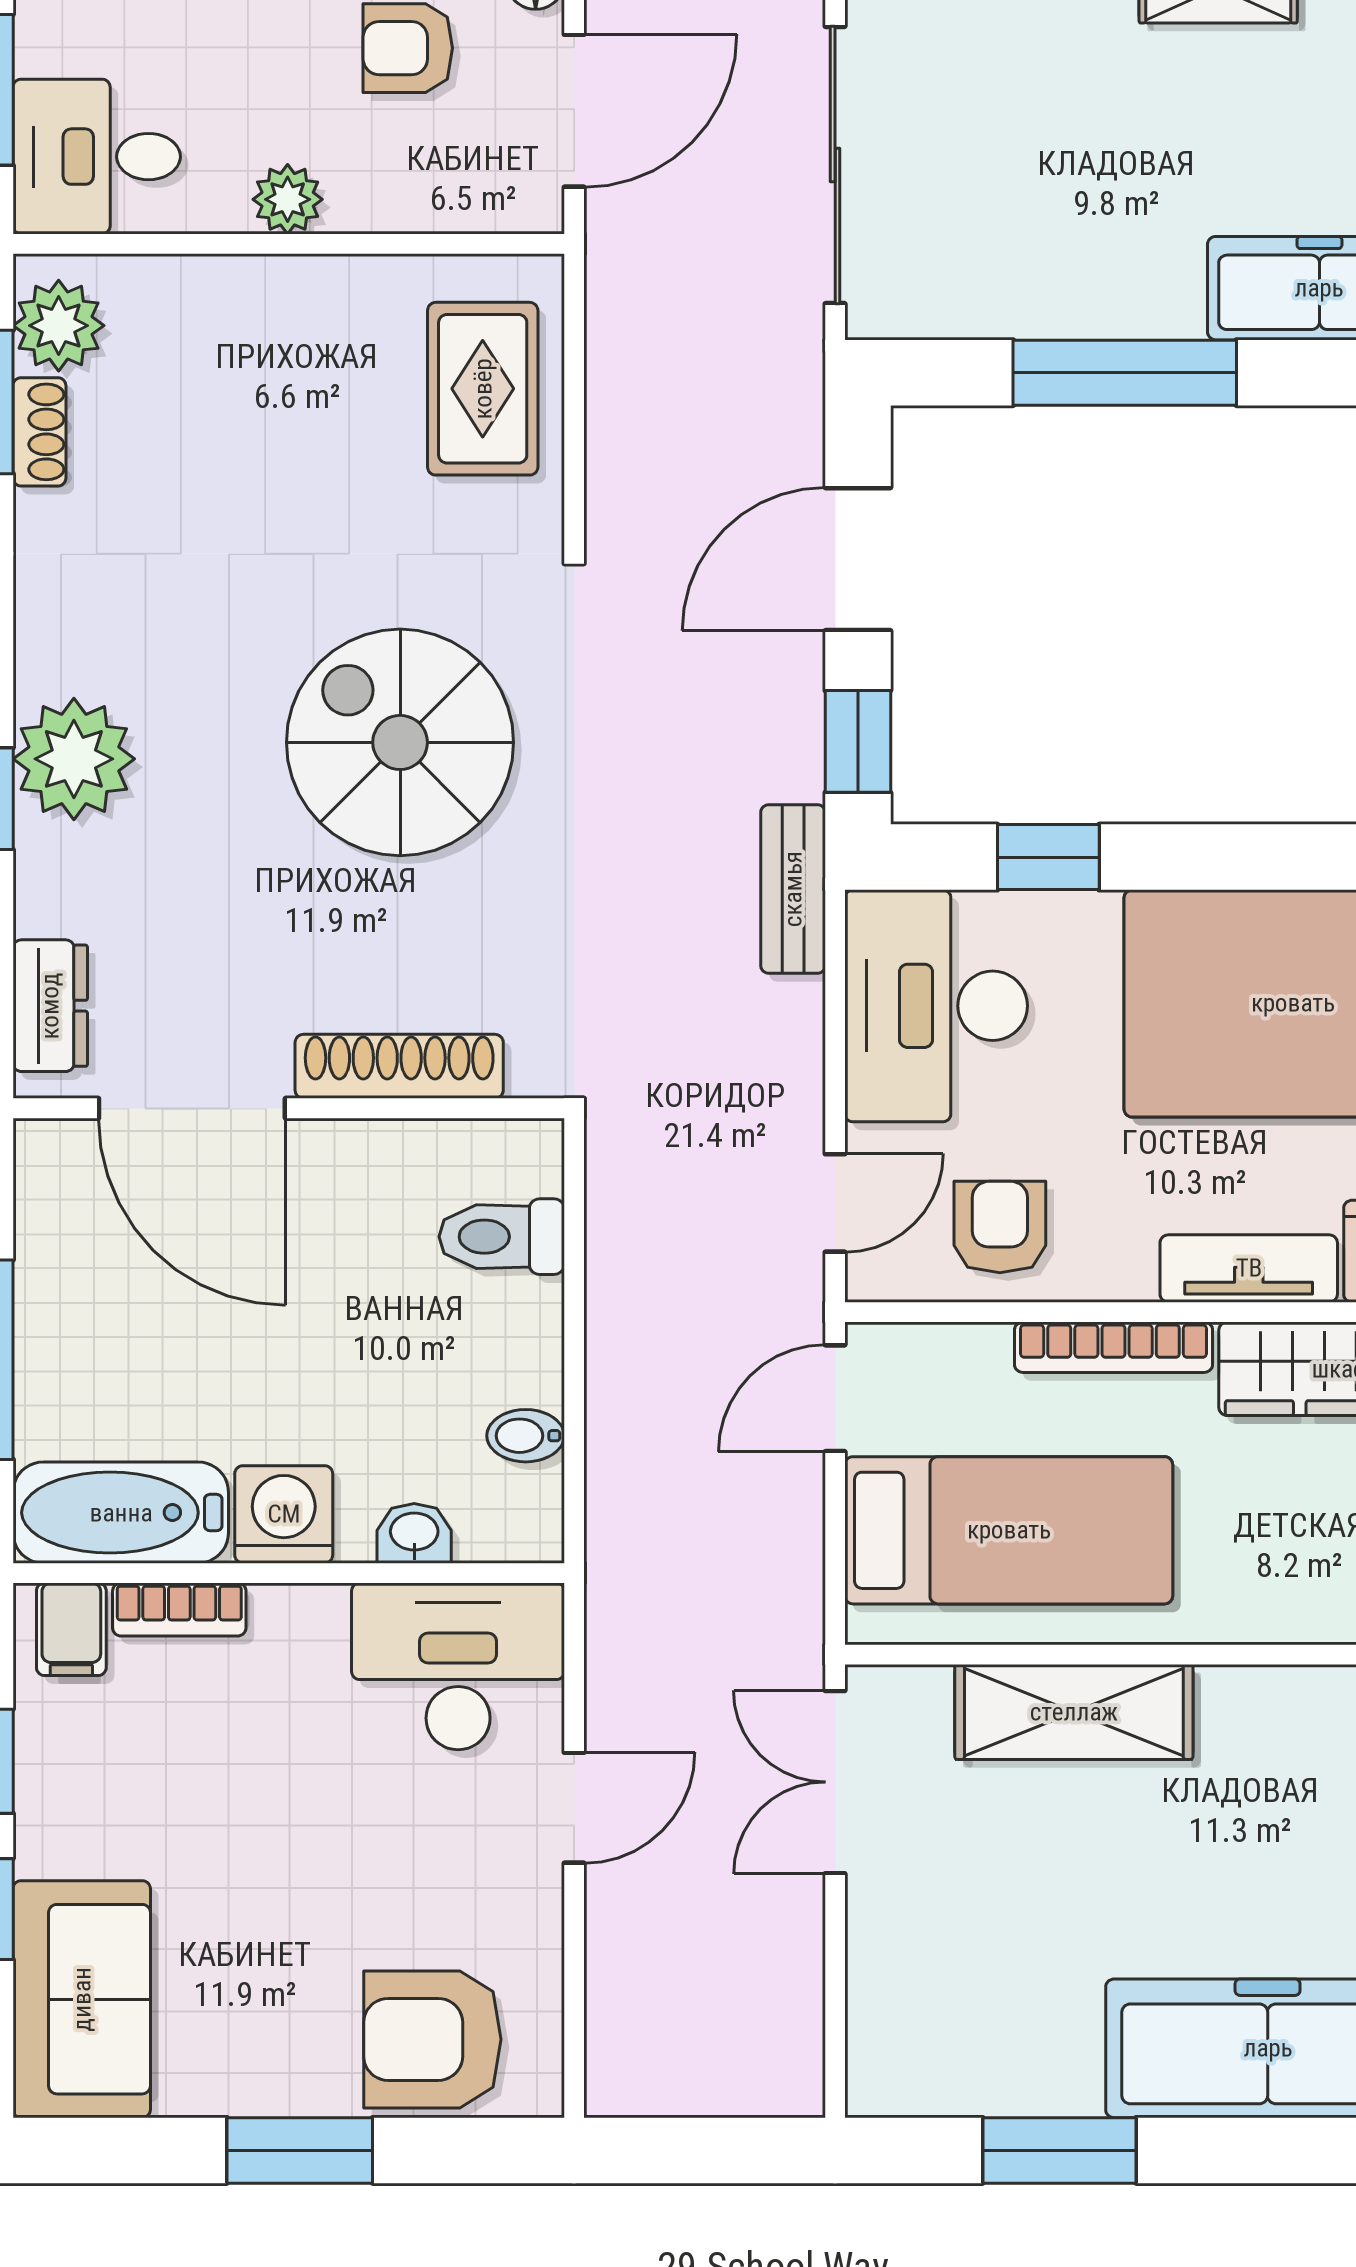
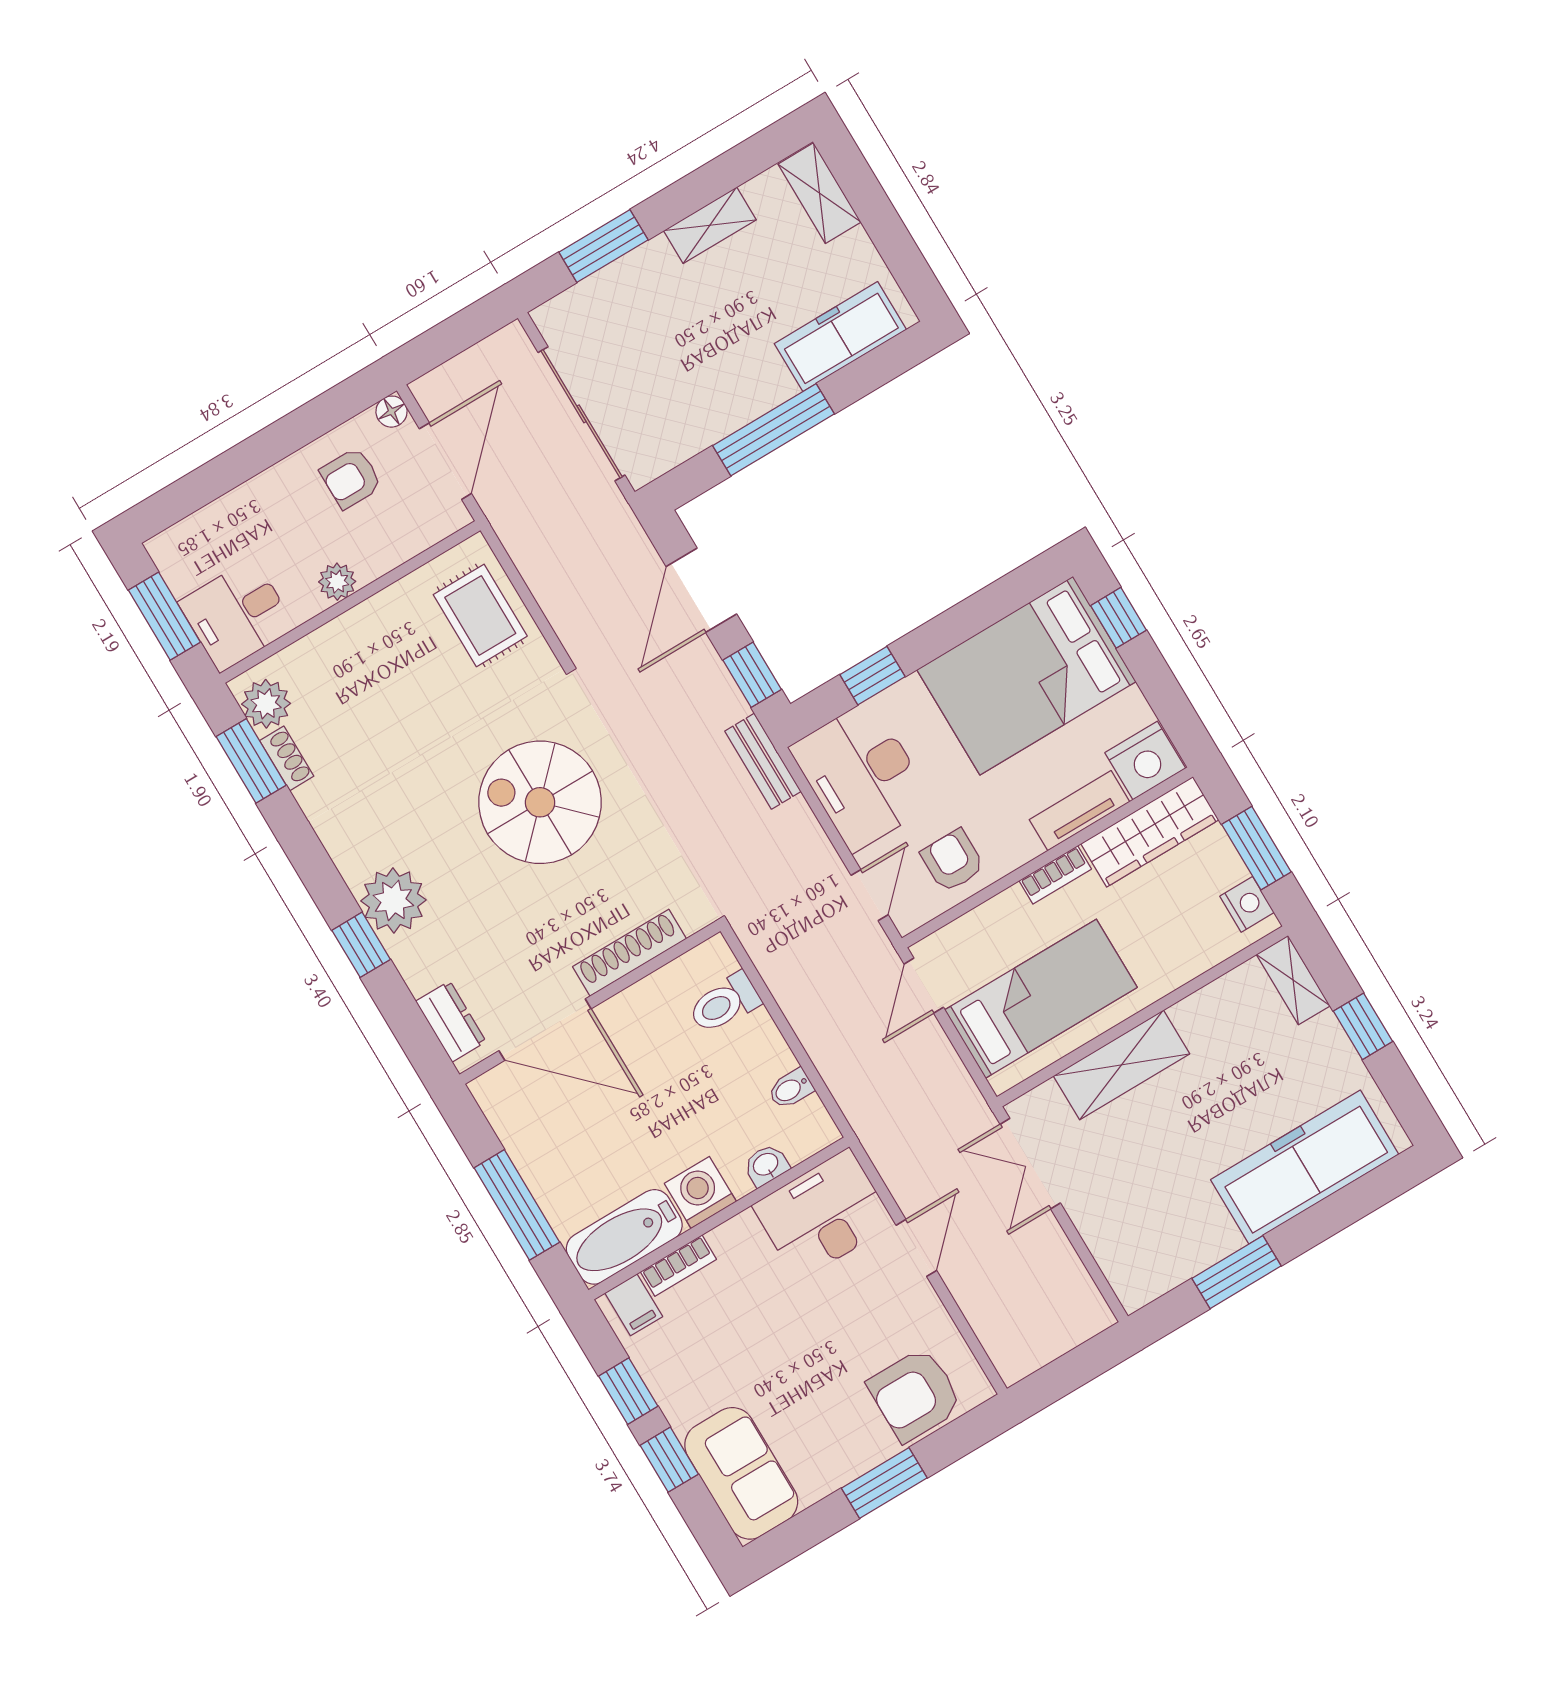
bookcase: (1114, 1347) -> (1055, 875), width x0.64

